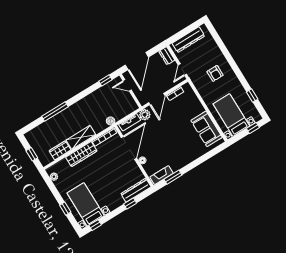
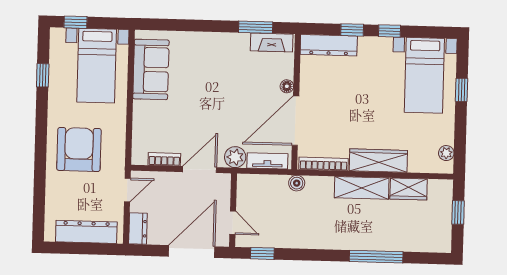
armchair: (215, 73) -> (79, 149), width x1.88, depth x1.88
window: (95, 225) -> (389, 31), moved

